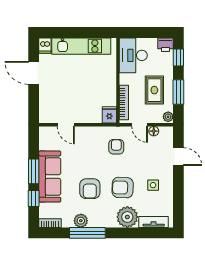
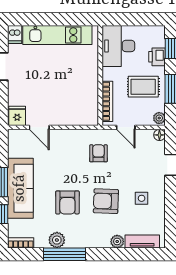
printer: (166, 45) -> (157, 57), moved, turned 90
rug: (154, 90) -> (143, 87), turned 90
fridge: (109, 115) -> (17, 116), moved
floor lamp: (154, 131) -> (159, 135), moved
plant: (127, 217) -> (117, 241), width x0.53, depth x0.53

